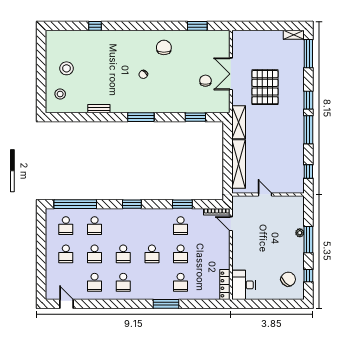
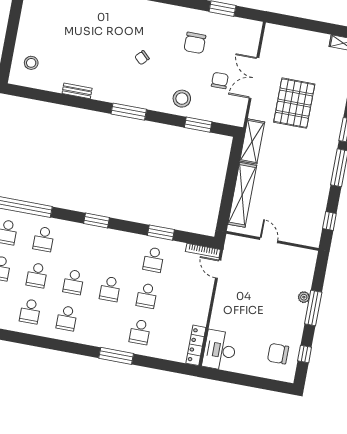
chair: (164, 47) -> (195, 43), moved, turned 180
stool: (66, 68) -> (182, 99), moved
chair: (288, 279) -> (278, 354), turned -136

